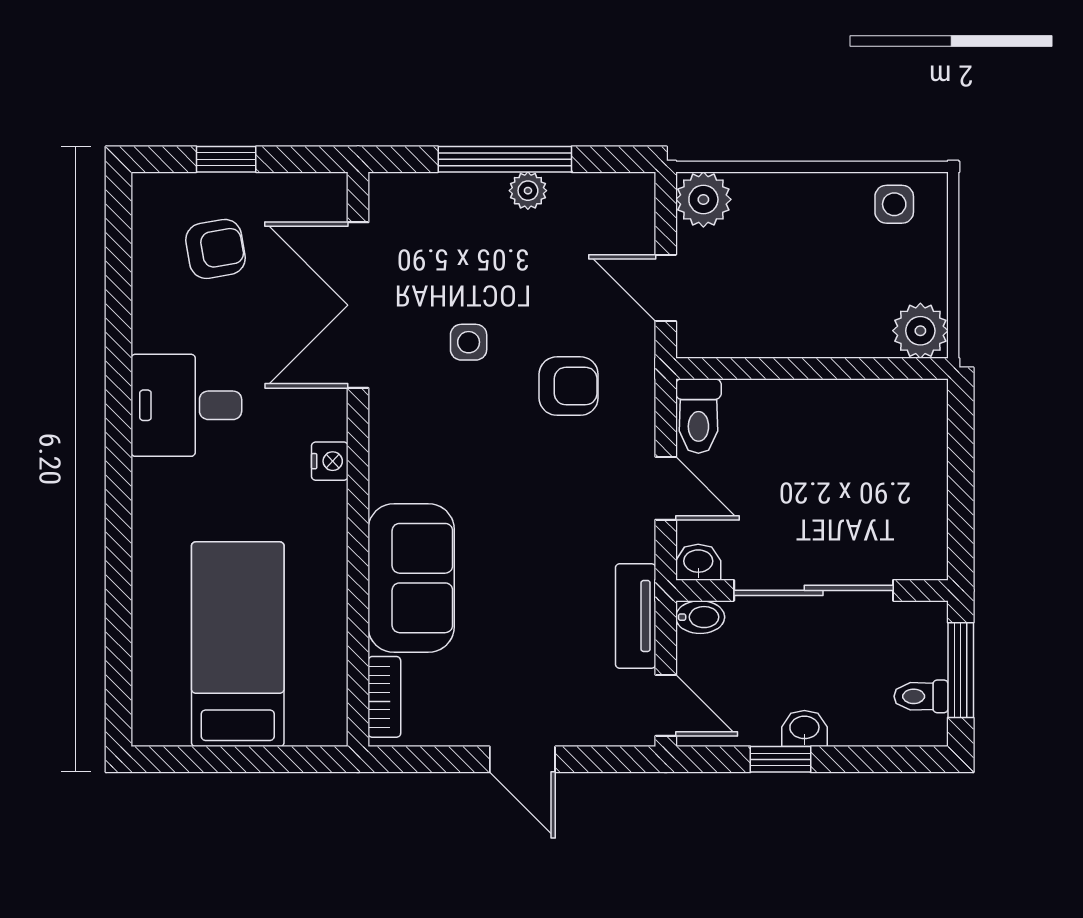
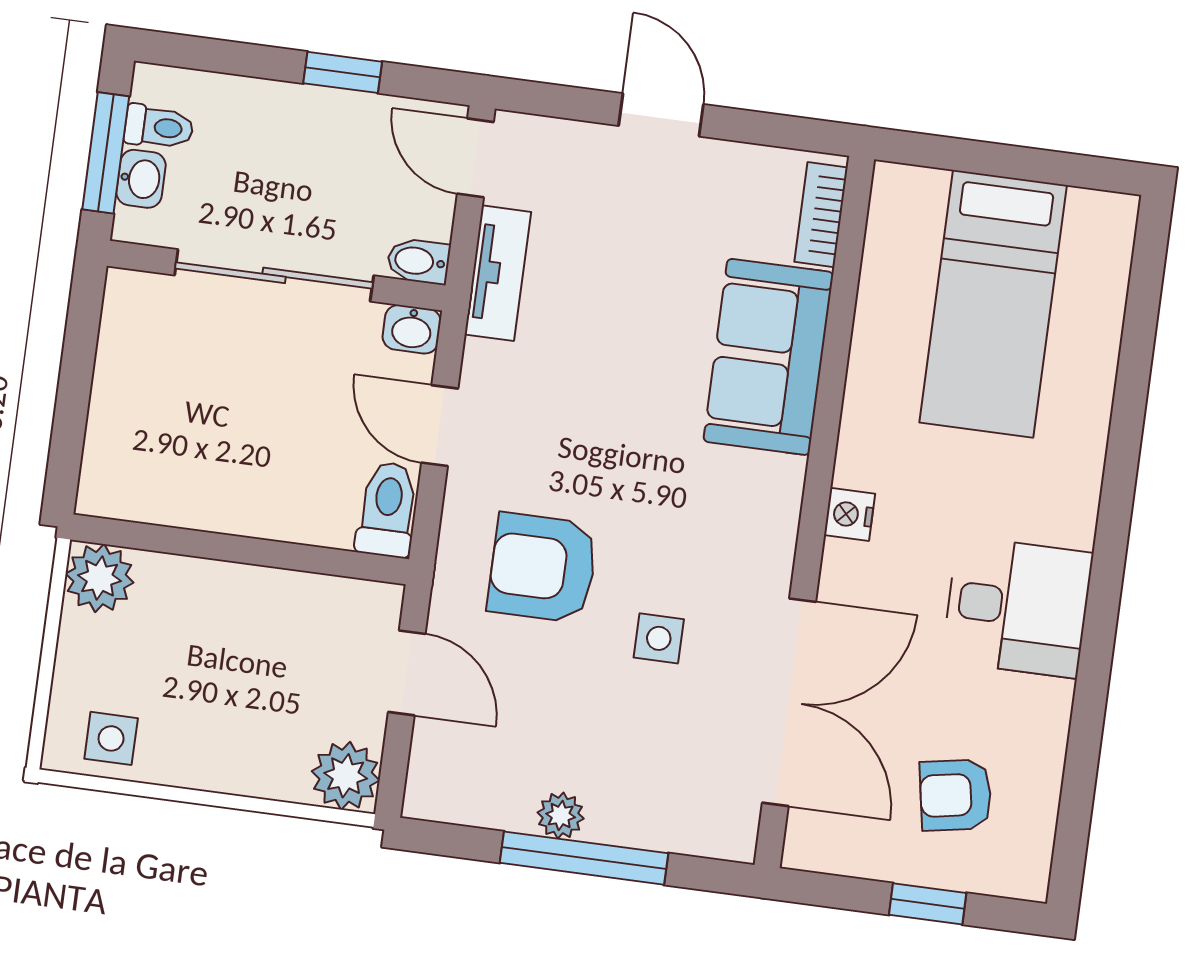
armchair: (569, 386) -> (543, 568), width x1.38, depth x1.38
washbasin: (804, 729) -> (141, 179), moved, turned -90

